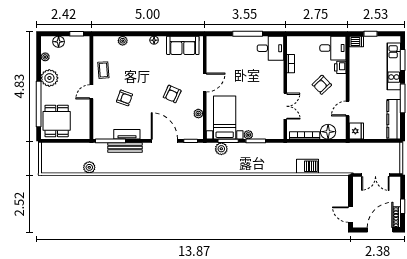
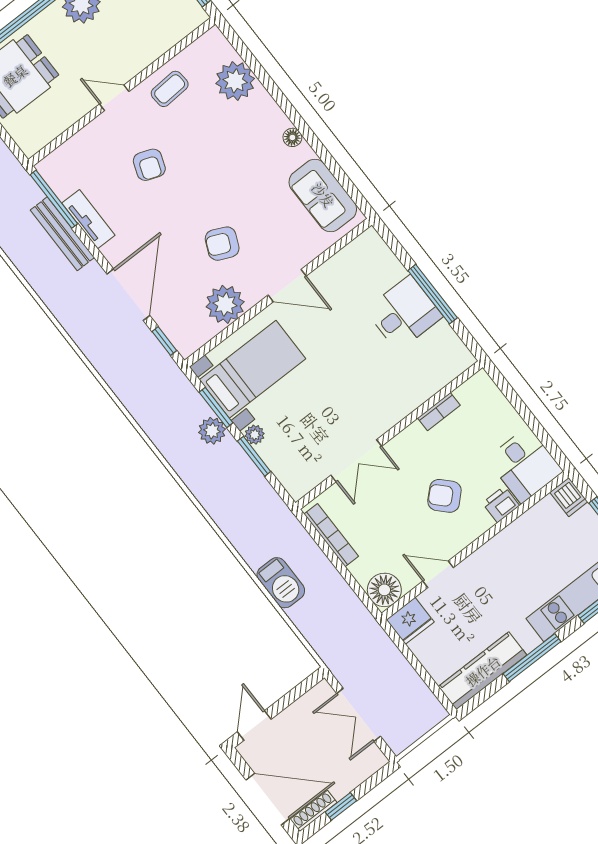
plant: (123, 41) -> (235, 81), width x1.87, depth x1.87
desk: (270, 48) -> (404, 313), moved, turned -90
plant: (198, 114) -> (225, 304), width x1.87, depth x1.87
floor lamp: (328, 132) -> (384, 590), moved
plant: (221, 149) -> (212, 431), moved

